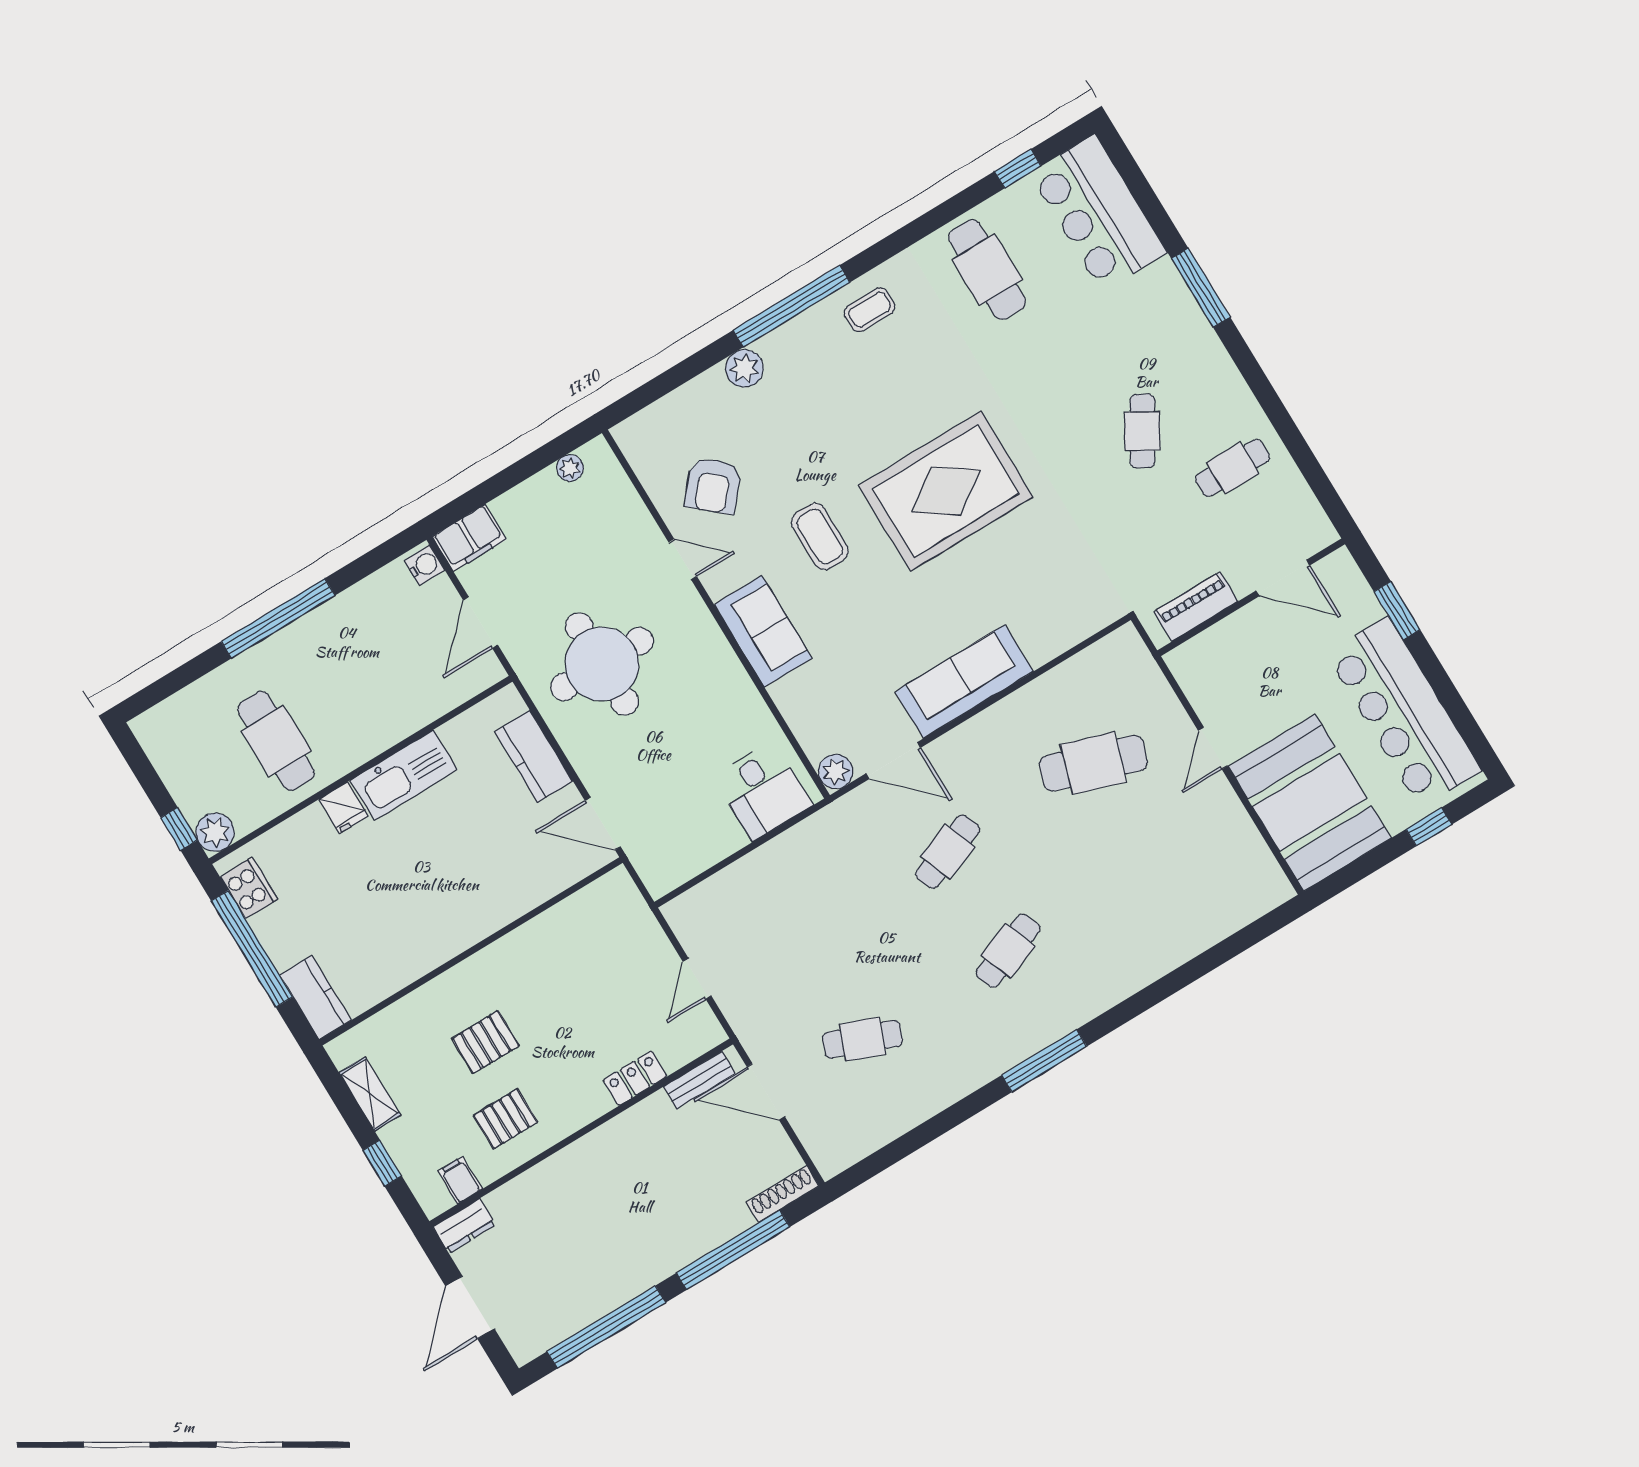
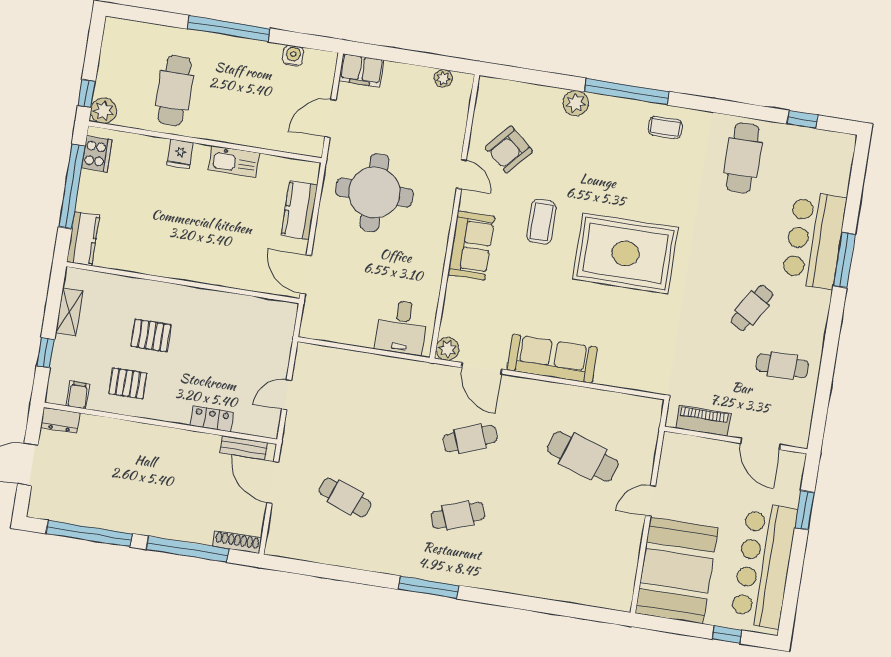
bar counter: (1098, 213) -> (814, 240), moved
water cooler: (424, 565) -> (293, 56), moved, turned -90
kitchen sink: (404, 775) -> (234, 162), width x0.73, depth x0.81

